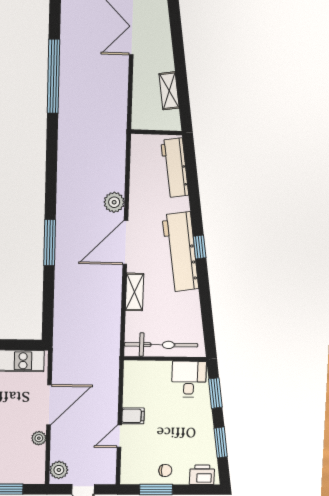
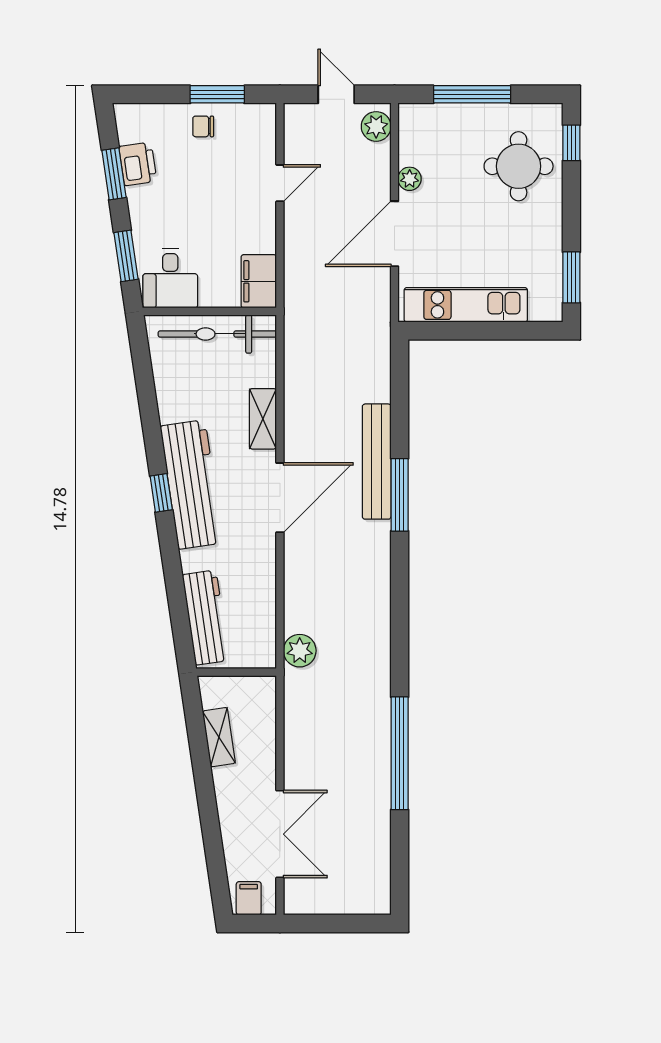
plant: (114, 202) -> (300, 651), moved
bench: (64, 264) -> (377, 462), added
filing cabinet: (133, 416) -> (259, 281), moved, width x2.00
printer: (202, 475) -> (138, 164), moved, turned -98

